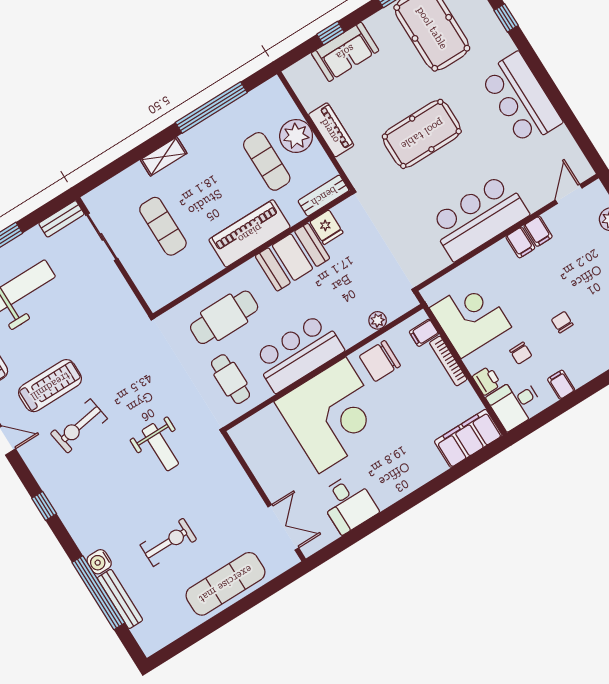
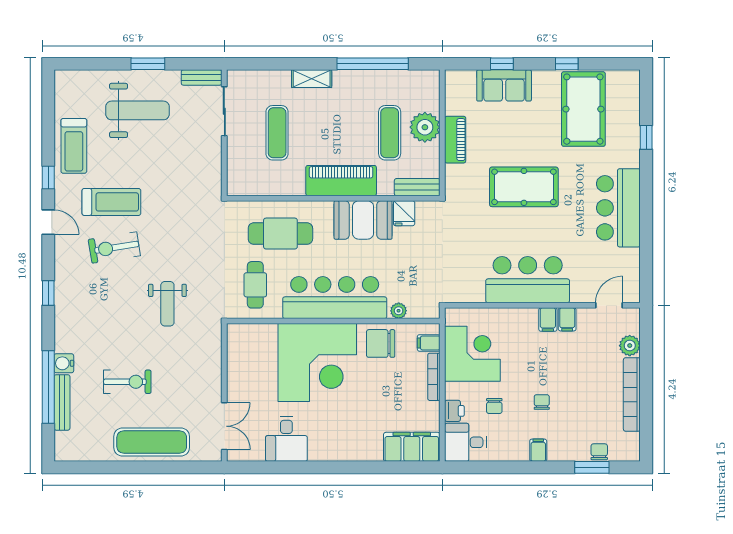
bar counter: (298, 353) -> (335, 298), width x1.36
filing cabinet: (561, 385) -> (538, 450), moved

